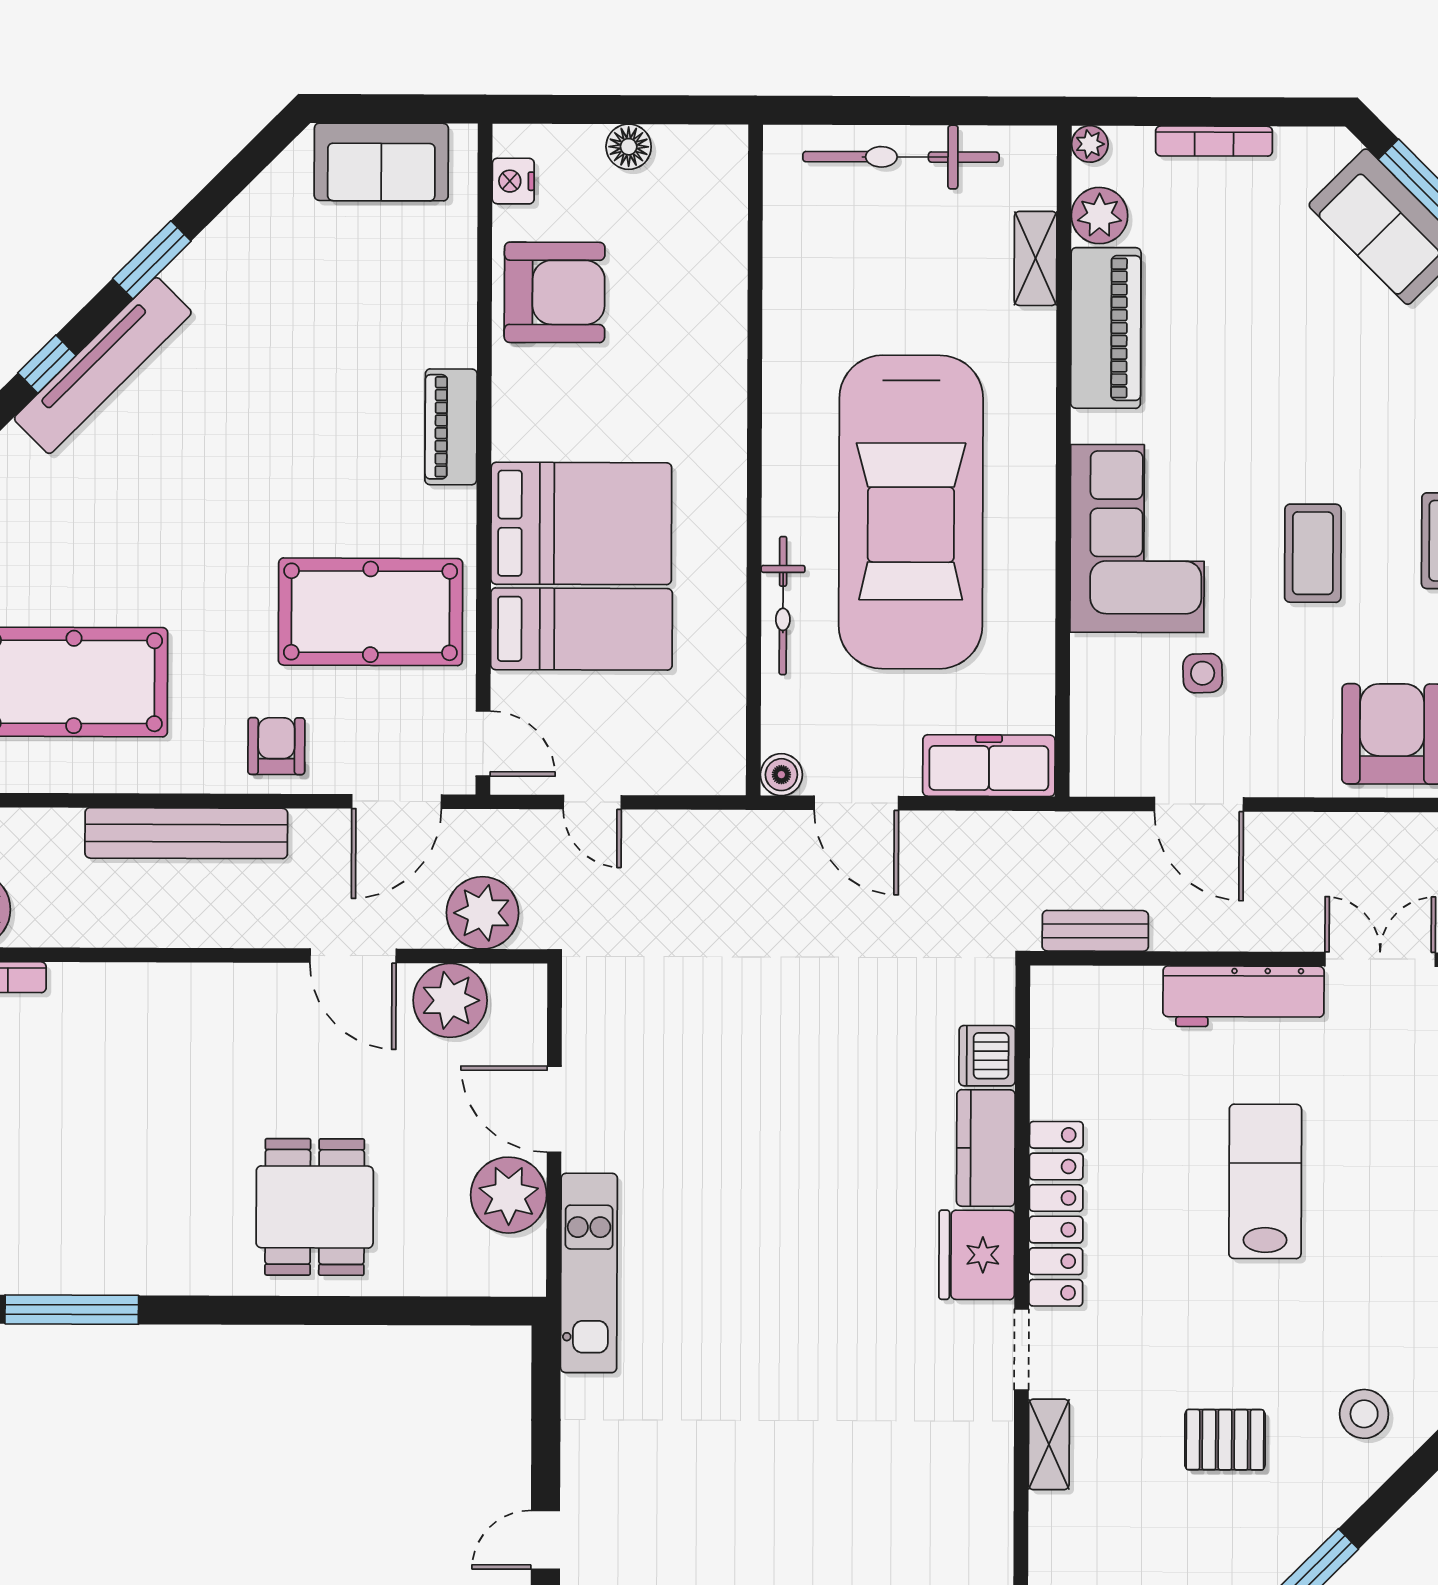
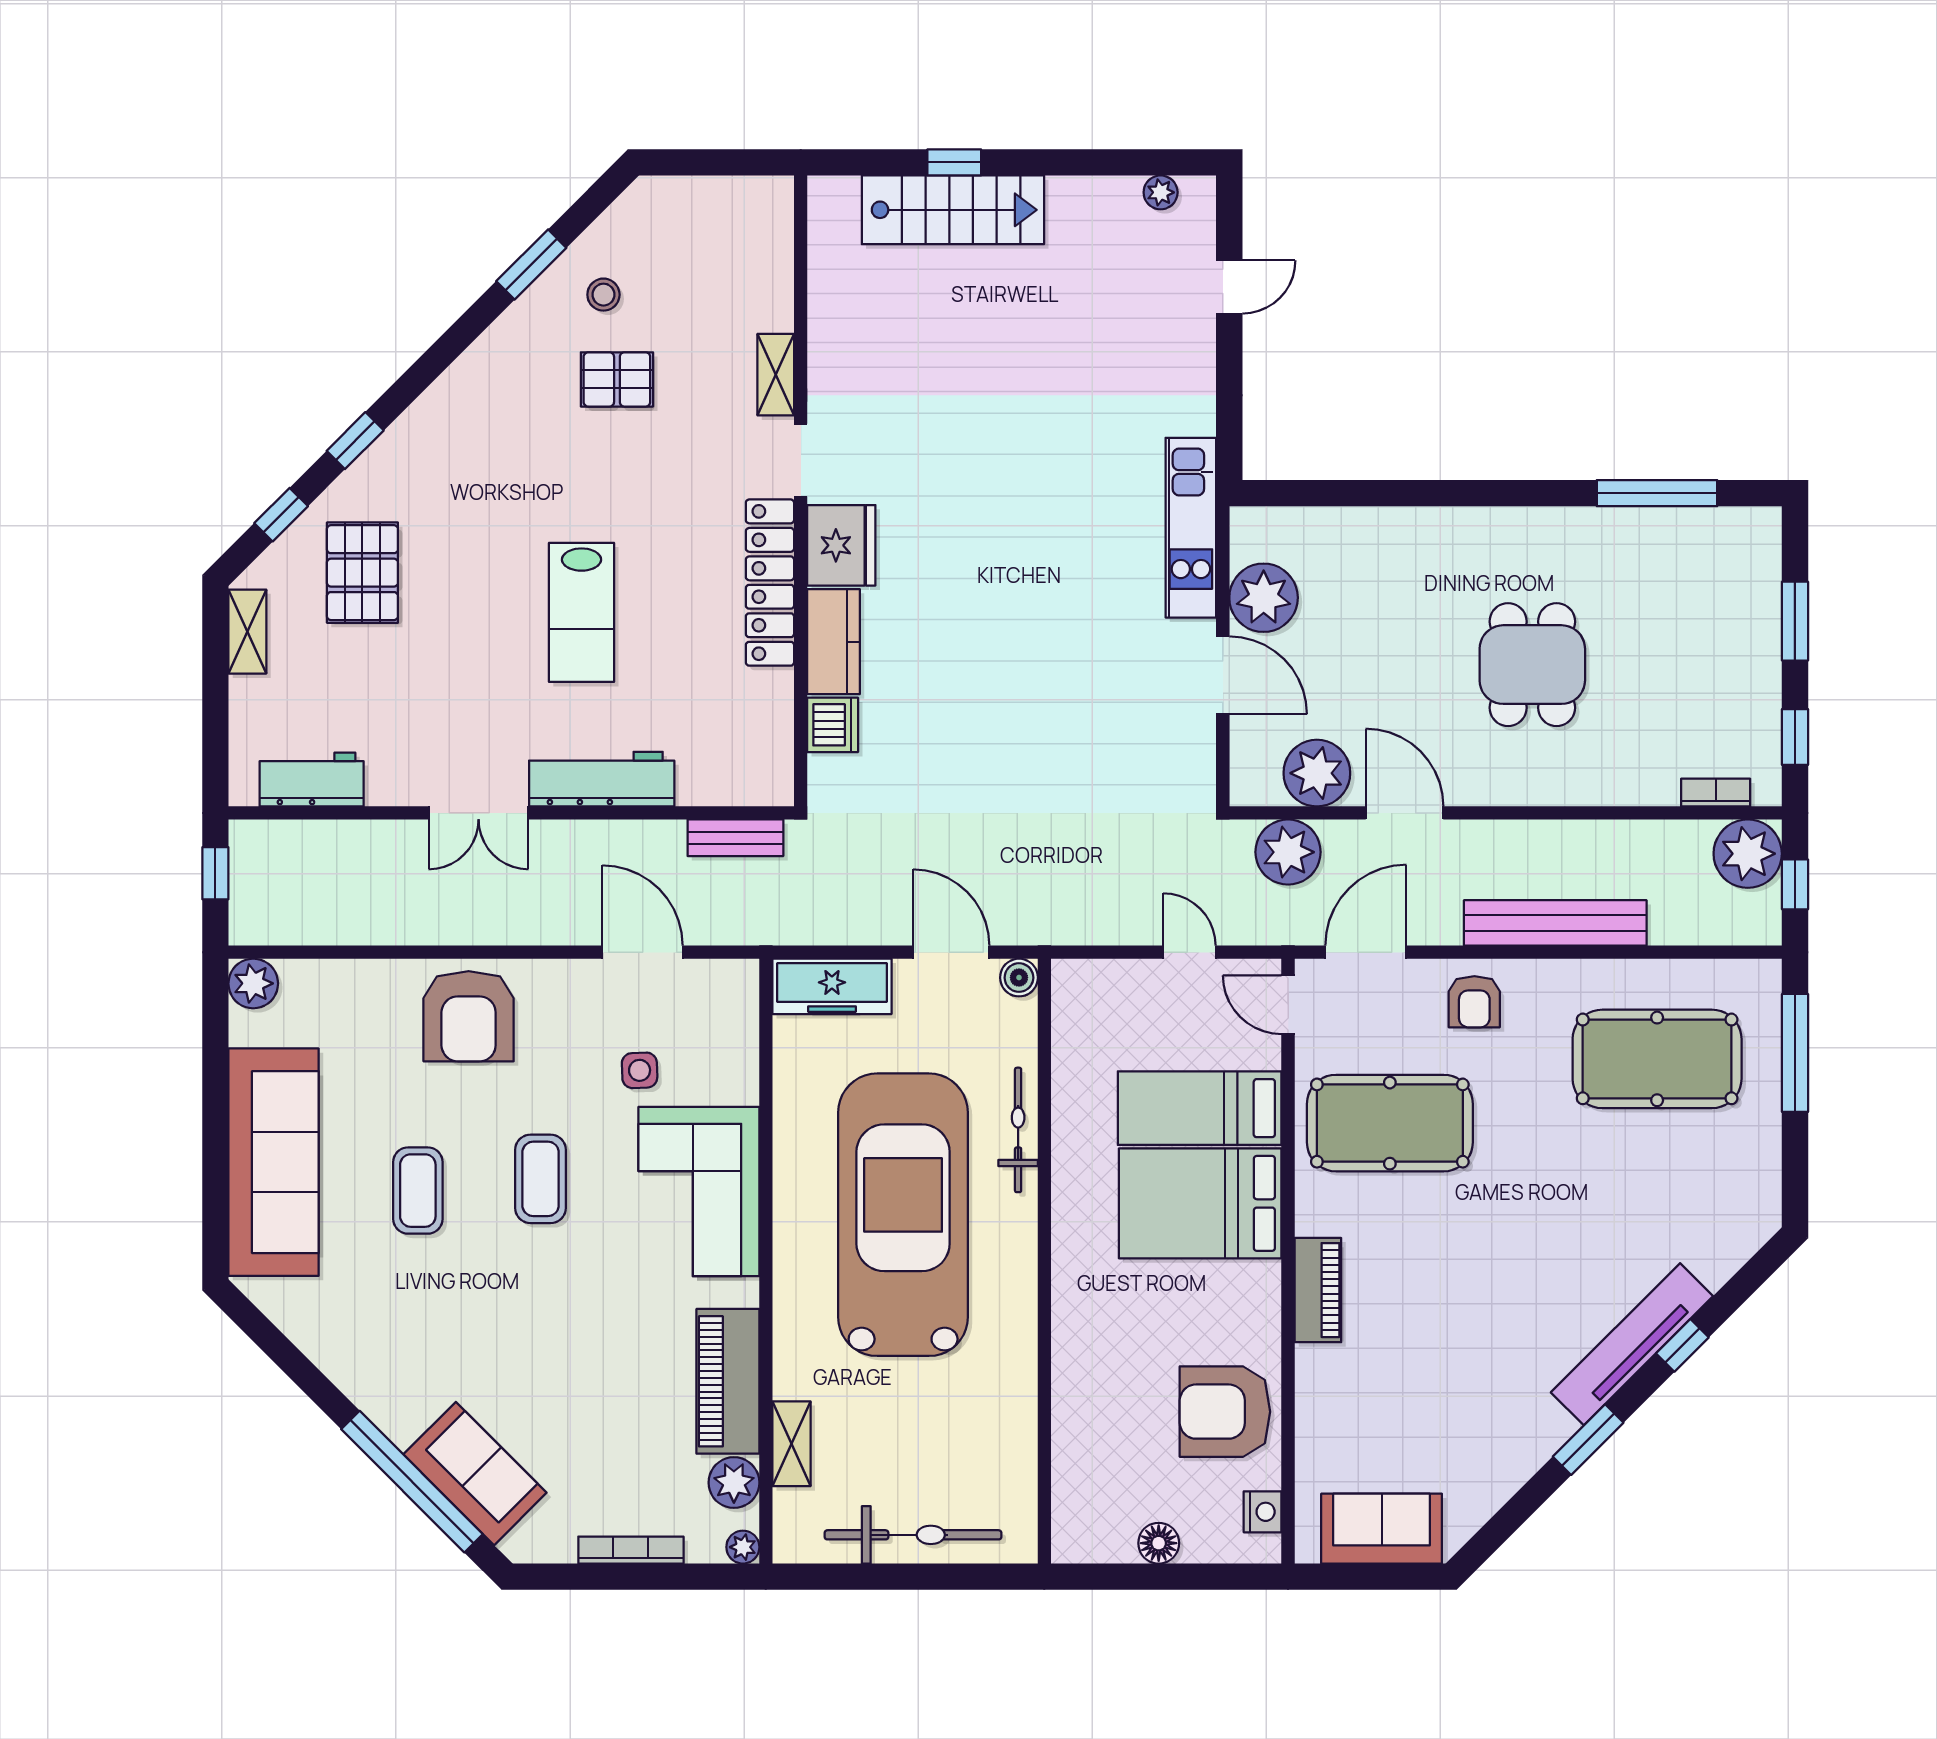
dining table: (315, 1207) -> (1532, 665), moved
stool: (1364, 1414) -> (603, 295), moved, width x0.73, depth x0.73

